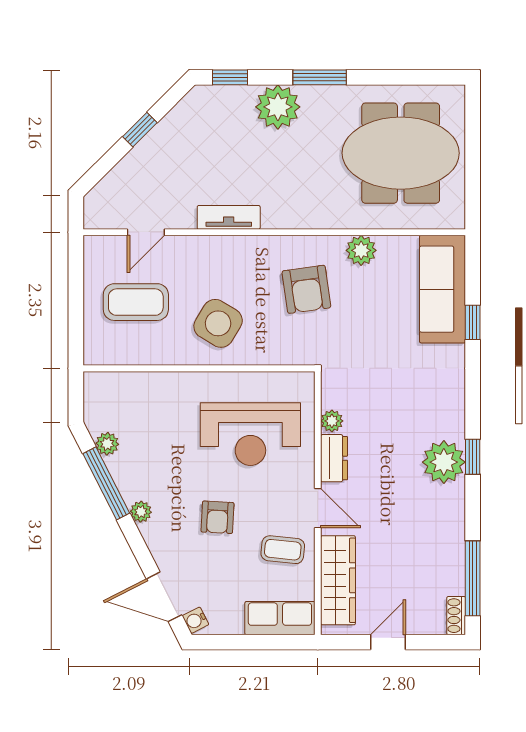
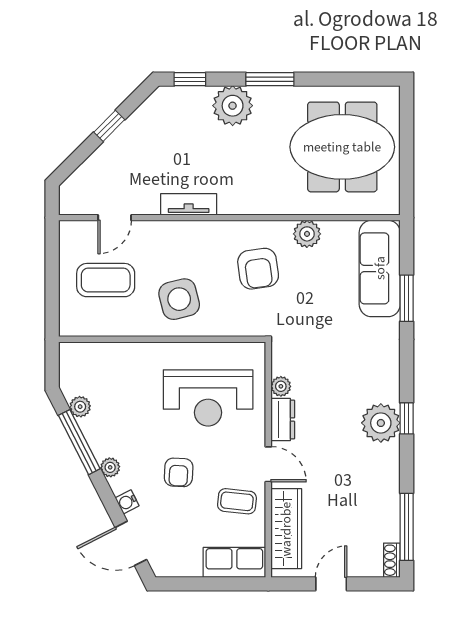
window: (473, 322) -> (407, 298), width x1.50
side table: (218, 323) -> (179, 299), turned 45
water cooler: (195, 620) -> (127, 502), moved

